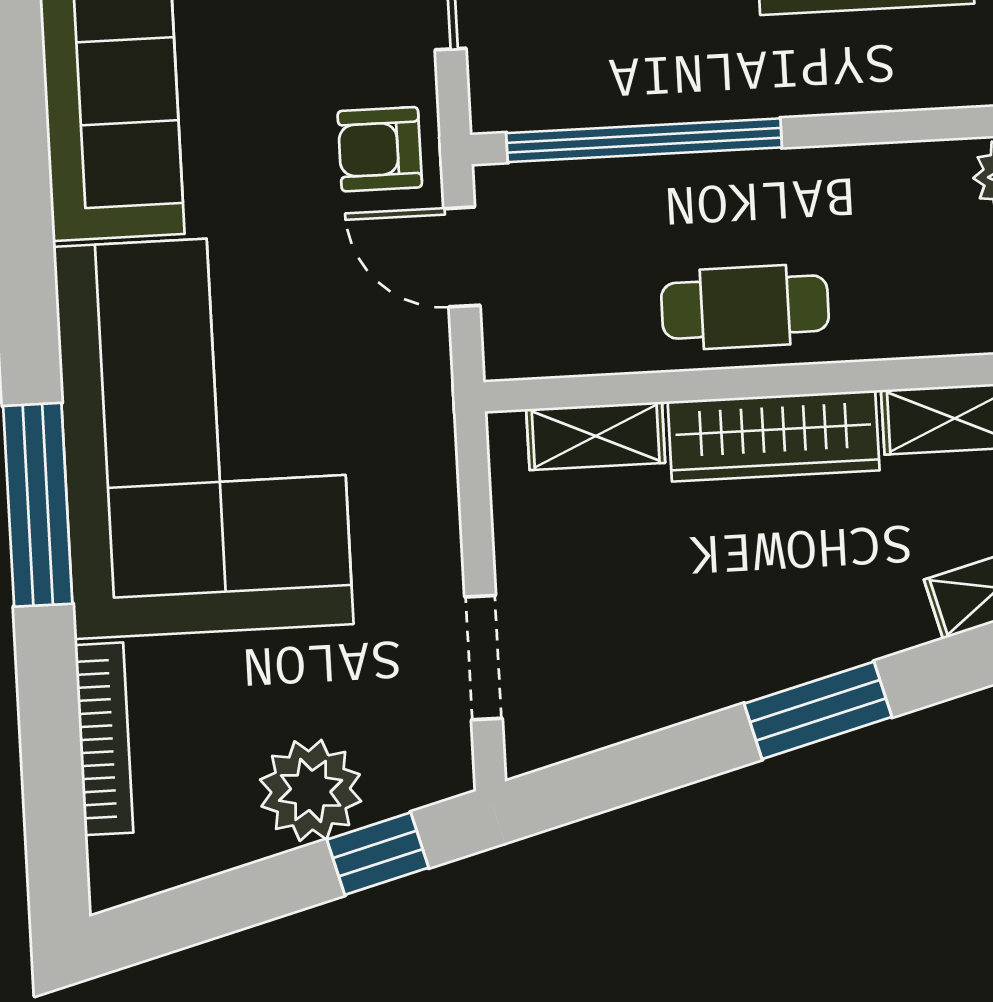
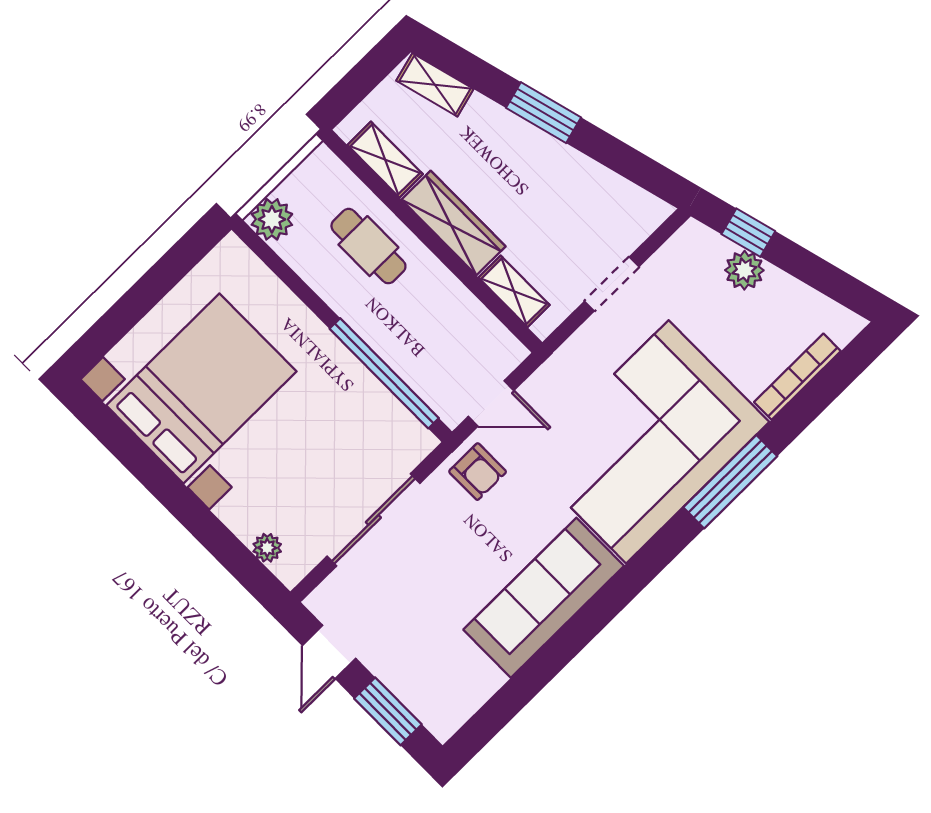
door: (462, 257) -> (491, 404), hinge flipped
cafe table: (745, 307) -> (368, 246), moved
doorway: (483, 658) -> (612, 284), moved
plant: (311, 790) -> (744, 270), width x0.73, depth x0.73

